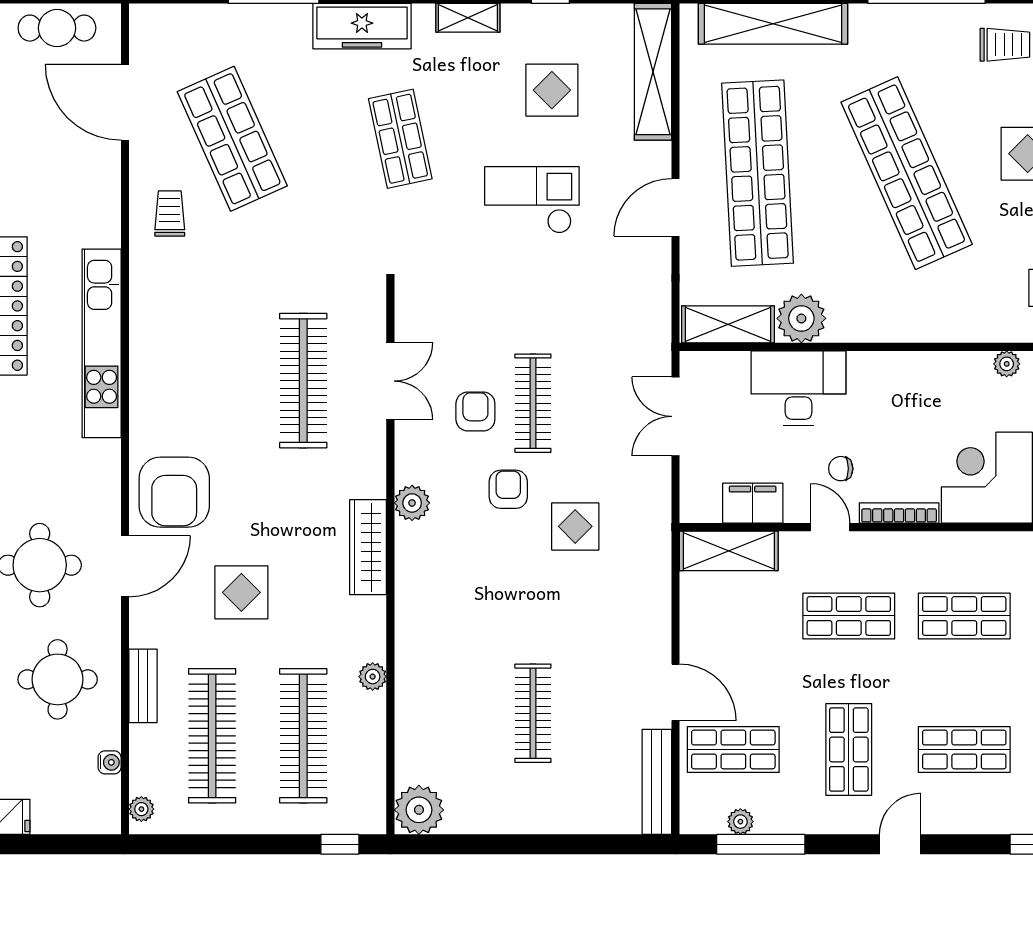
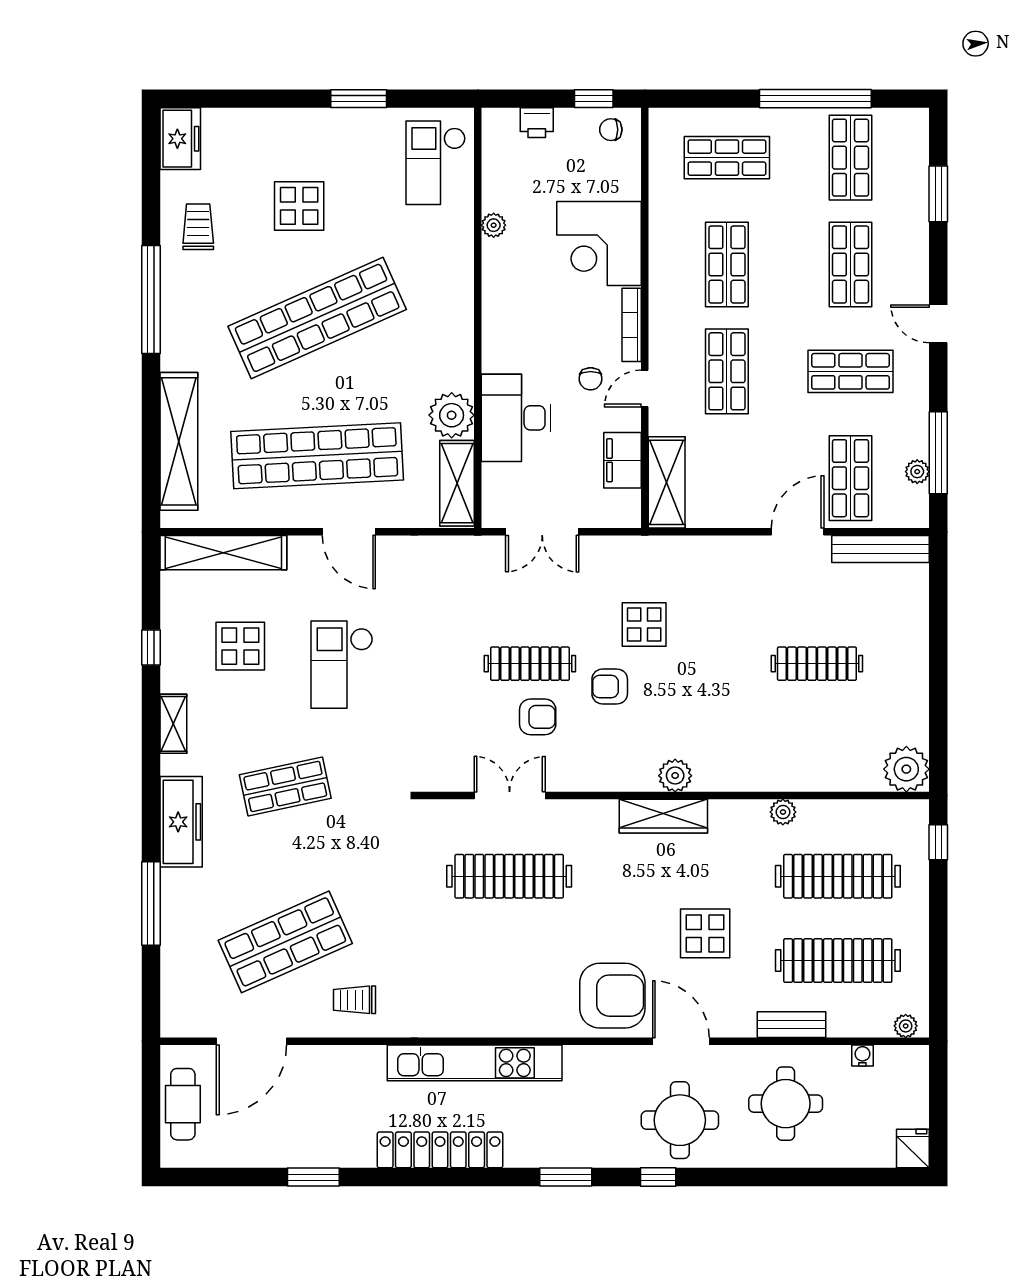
armchair: (475, 411) -> (538, 717), turned 180
plant: (412, 503) -> (675, 776), moved

